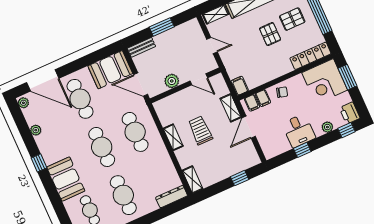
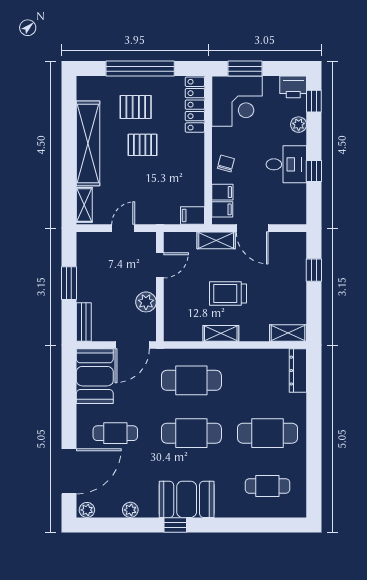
pallet: (292, 19) -> (136, 107), turned 90
cafe table: (80, 99) -> (115, 433), width x0.73, depth x0.74
booth: (66, 179) -> (187, 499), moved

